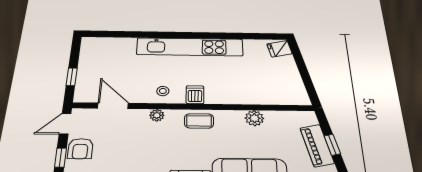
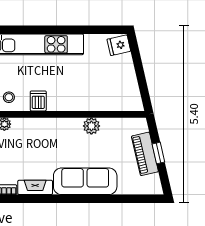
coffee table: (199, 121) -> (42, 130), removed

